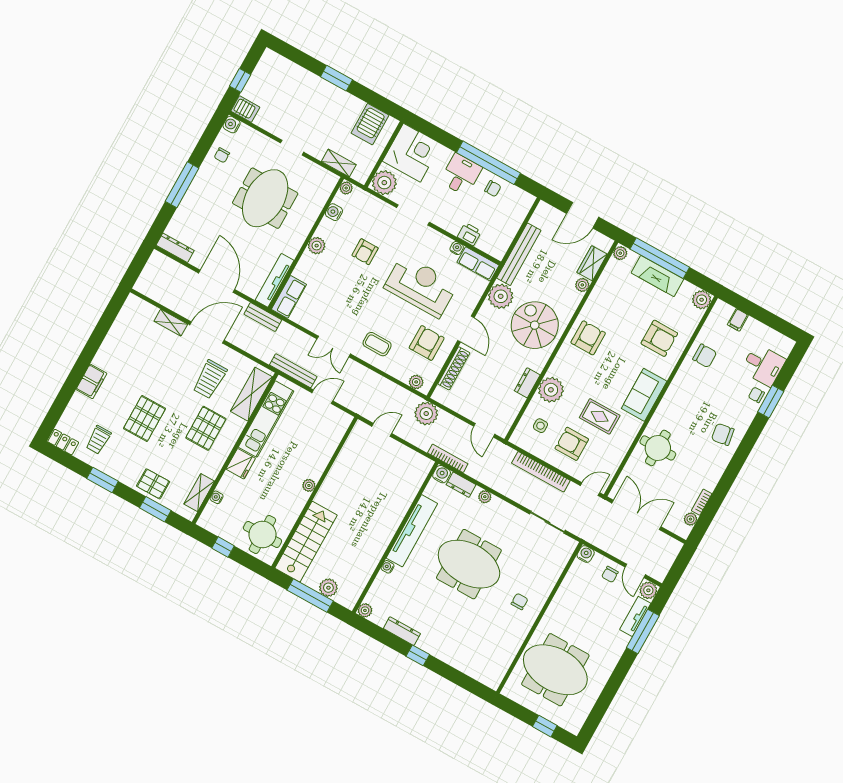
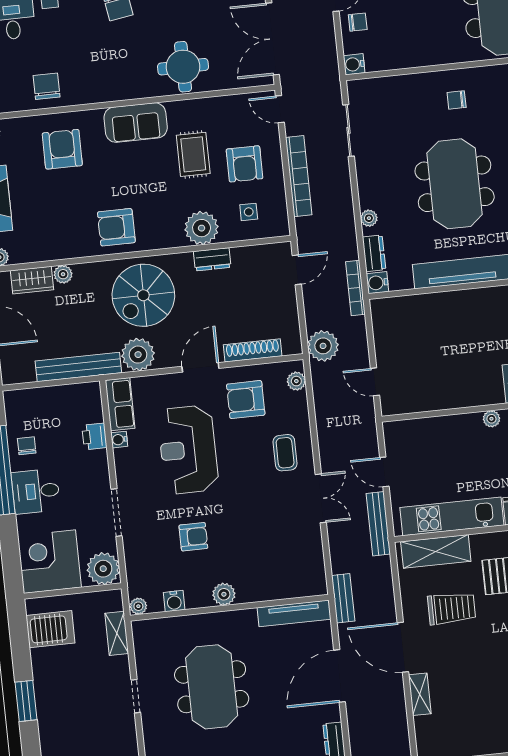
meeting table: (265, 198) -> (212, 687), turned 90
row of seats: (289, 297) -> (301, 585), removed

